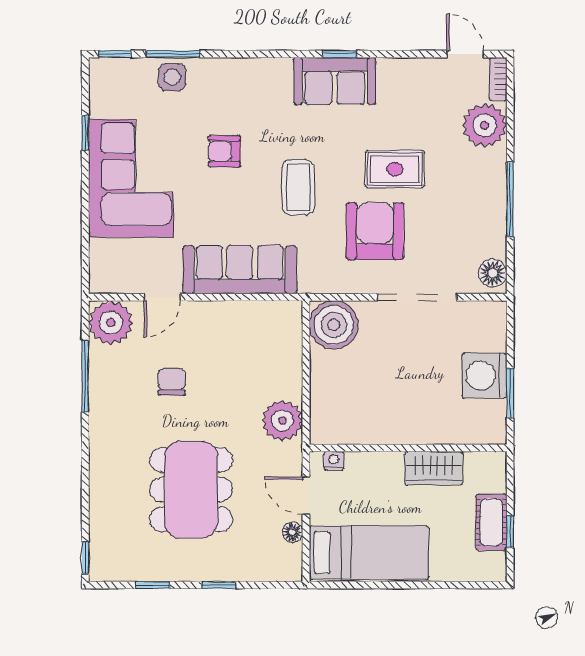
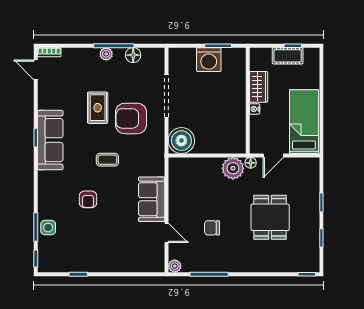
door: (465, 54) -> (36, 70), hinge flipped
sofa: (335, 81) -> (50, 140), width x1.36
plant: (485, 125) -> (106, 54), moved, width x0.53, depth x0.53
corner sofa: (131, 178) -> (103, 250), removed
coffee table: (298, 187) -> (107, 160), width x0.73, depth x0.77
sofa: (240, 270) -> (152, 199), width x0.73
floor lamp: (493, 273) -> (133, 55), moved
plant: (111, 323) -> (175, 266), width x0.53, depth x0.53
nightstand: (334, 461) -> (255, 109), moved
dining table: (191, 490) -> (270, 217), width x0.73
floor lamp: (292, 532) -> (251, 163), moved

